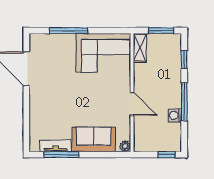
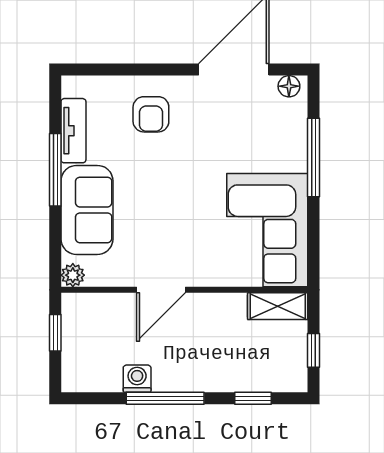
window: (161, 31) -> (314, 350), width x0.67
floor lamp: (34, 42) -> (289, 86), added
armchair: (48, 109) -> (151, 114), added
window: (62, 155) -> (55, 170), moved
window: (167, 155) -> (55, 333), moved

